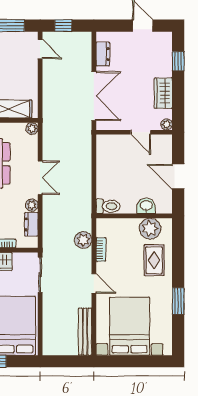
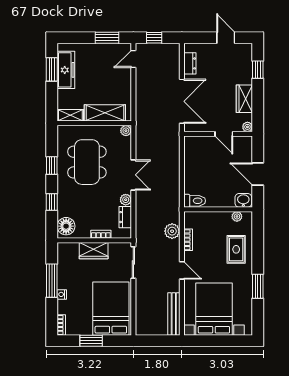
door: (40, 49) -> (133, 59), swing flipped
washbasin: (146, 206) -> (243, 200), moved
plant: (150, 229) -> (237, 216), width x0.53, depth x0.53

